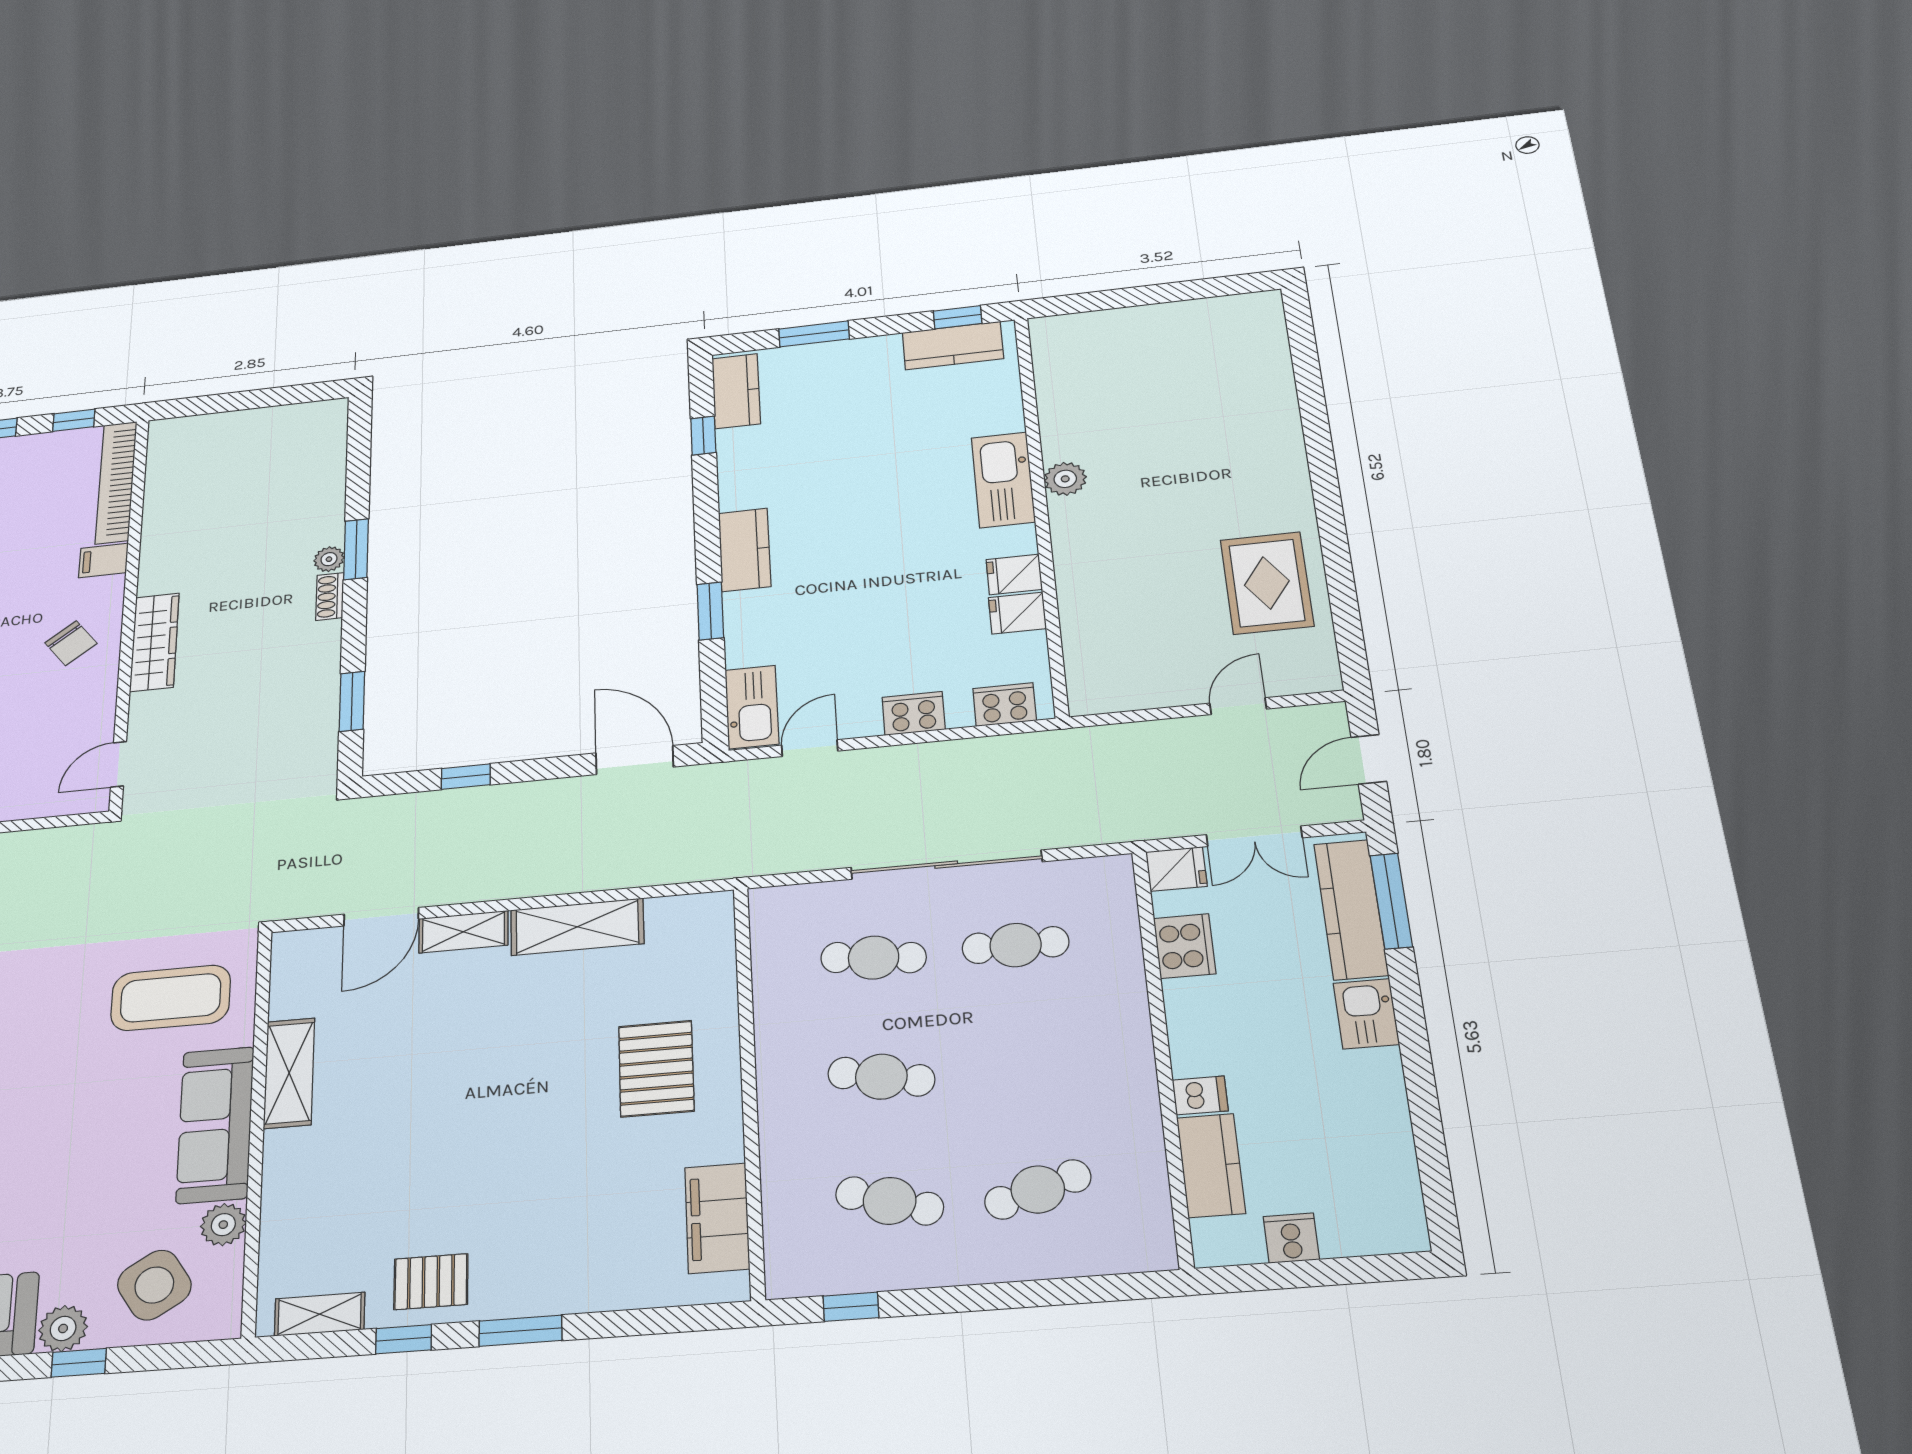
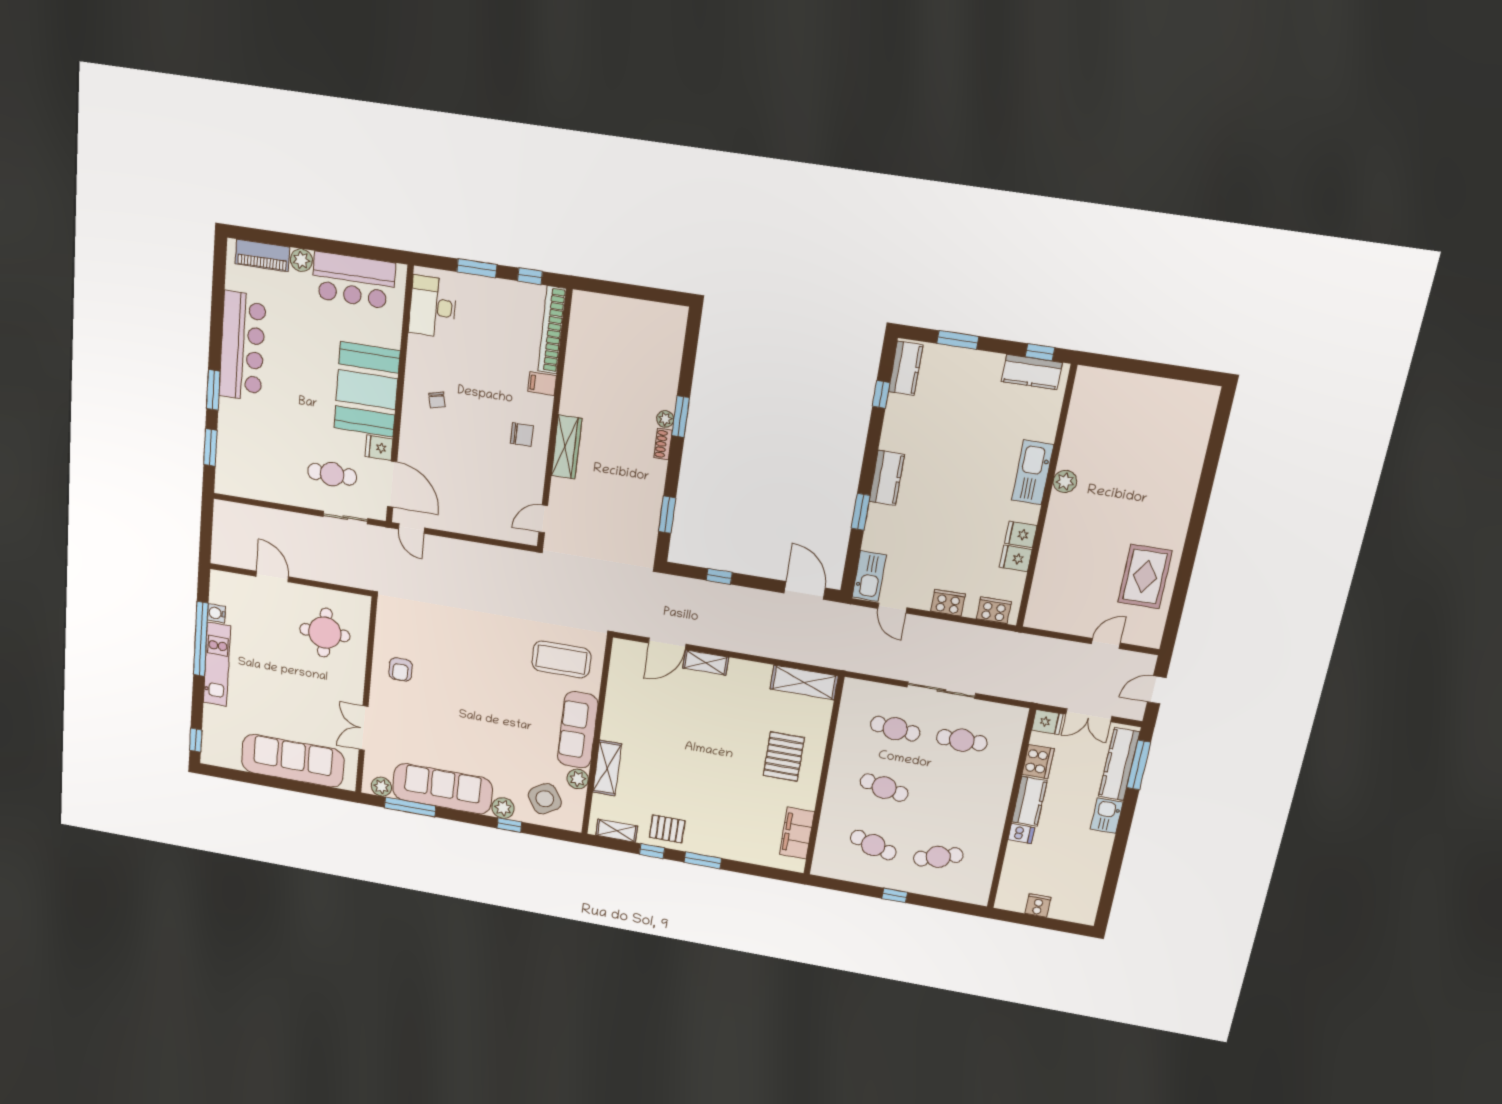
chair: (71, 643) -> (522, 435), turned -53
door: (810, 748) -> (892, 608), swing flipped
sliding door: (946, 865) -> (941, 690), width x0.73
shelving: (577, 927) -> (804, 682), moved
shelving: (289, 1073) -> (607, 768), moved
kitchen counter: (1211, 1165) -> (1029, 801), moved
window: (851, 1307) -> (895, 895), moved

